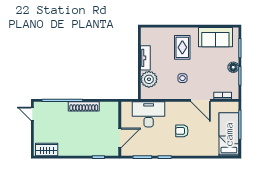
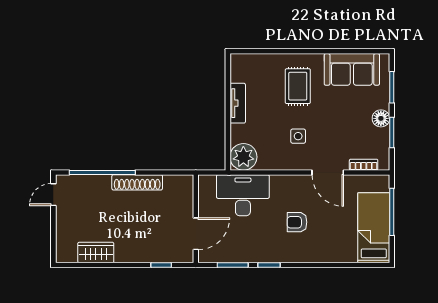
plant: (149, 79) -> (243, 157), moved
door: (32, 114) -> (53, 195), hinge flipped
wardrobe: (47, 149) -> (96, 252), moved

